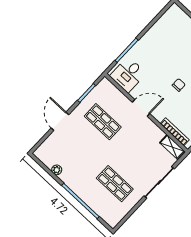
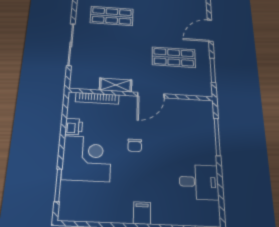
desk: (128, 75) -> (199, 182), moved, turned 90
door: (60, 121) -> (210, 31), swing flipped
shelving: (172, 147) -> (116, 85), moved

